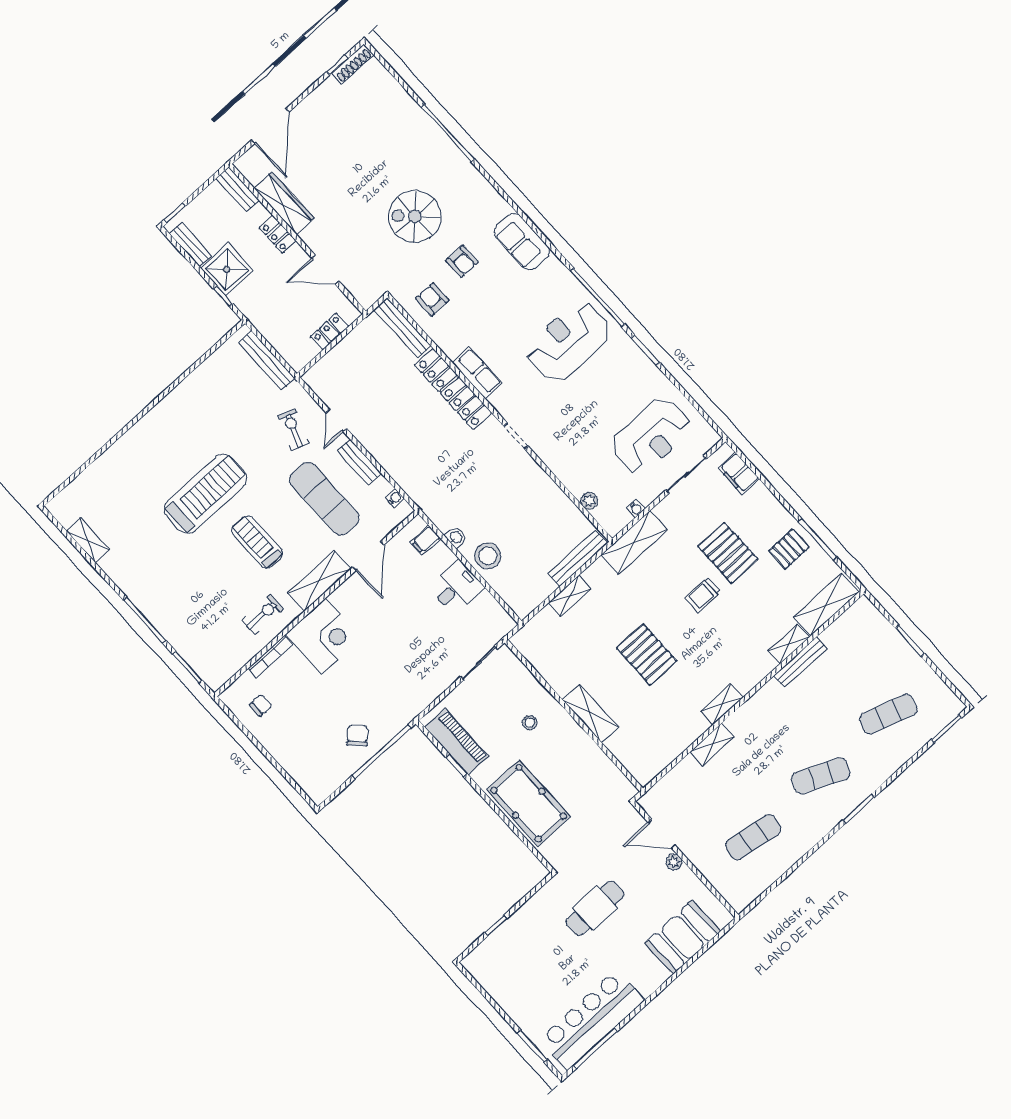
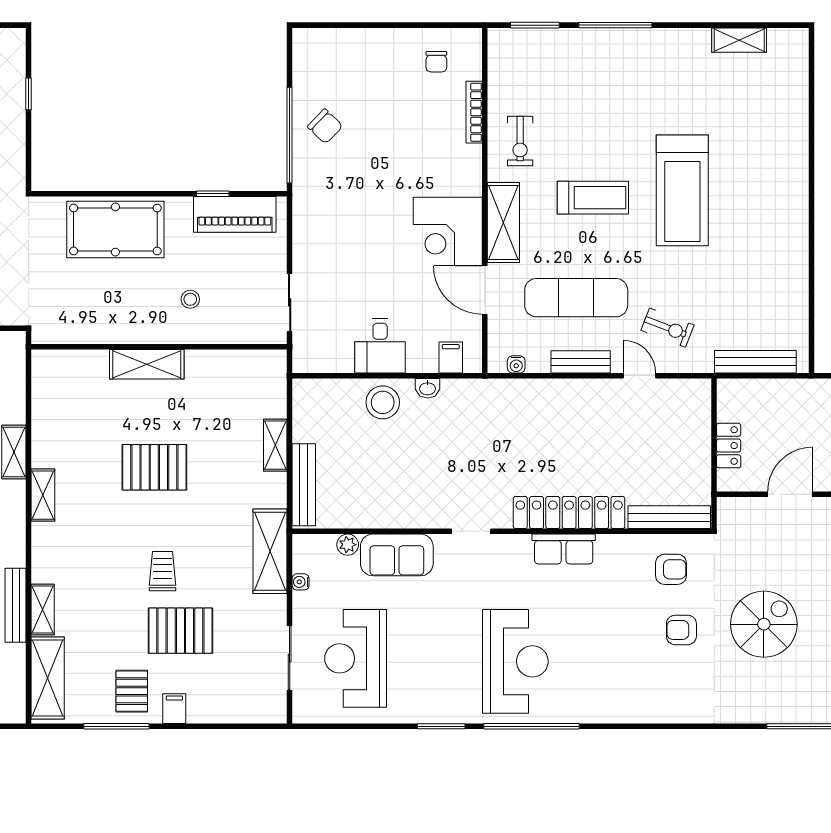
sofa: (522, 242) -> (397, 555), moved, turned 180
filing cabinet: (739, 473) -> (174, 709), moved, width x0.50
corner desk: (324, 636) -> (448, 231), moved

